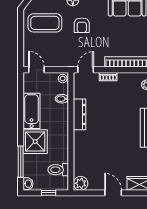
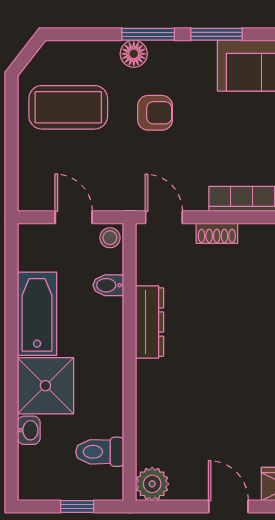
armchair: (82, 25) -> (155, 113), turned -90
door: (36, 70) -> (74, 217), moved
door: (86, 70) -> (164, 217), hinge flipped
window: (21, 162) -> (12, 433), removed
washbasin: (28, 184) -> (29, 430), moved

